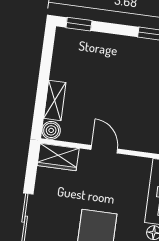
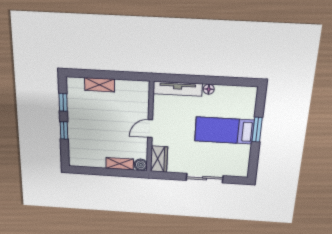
window: (79, 24) -> (64, 130), moved

